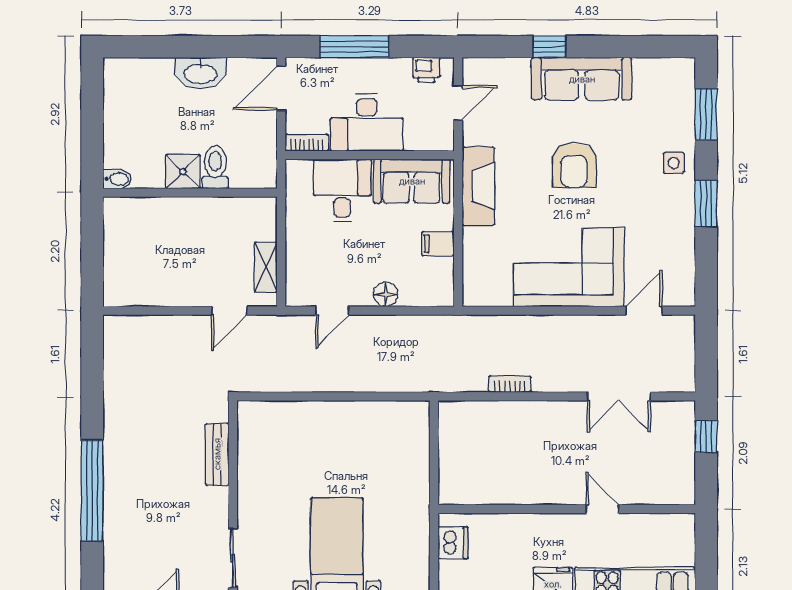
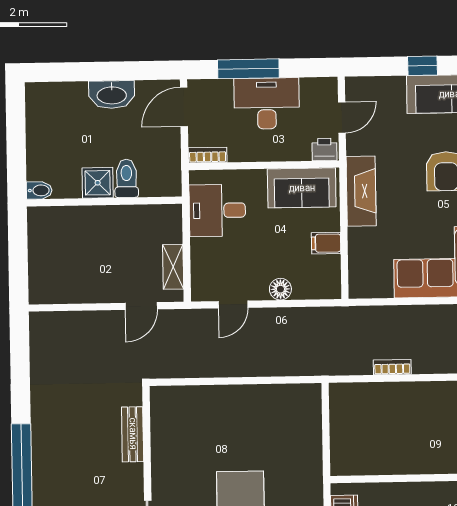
printer: (426, 70) -> (324, 149), moved, turned 180
desk: (367, 123) -> (267, 104), moved, turned 180
desk: (342, 191) -> (217, 210), moved, turned -90

